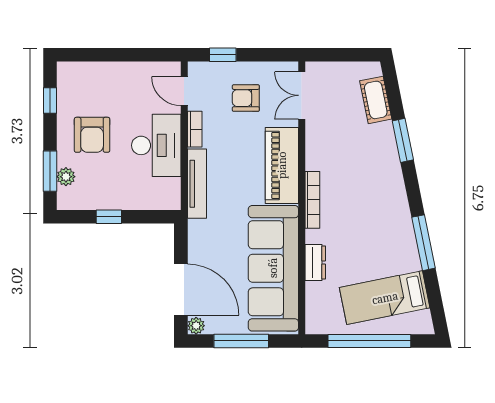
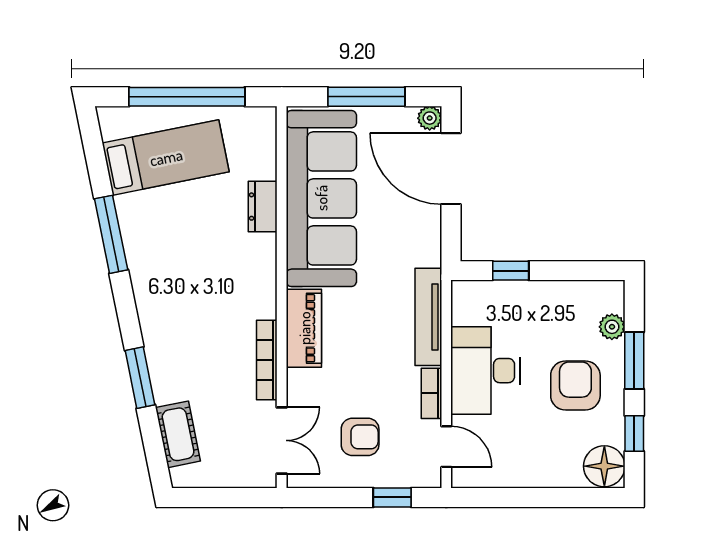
floor lamp: (71, 77) -> (604, 466), added
piano: (282, 165) -> (304, 328), width x0.73, depth x0.75
window: (50, 171) -> (634, 361), moved
bookcase: (312, 200) -> (267, 360), moved
window: (109, 217) -> (511, 271), moved

